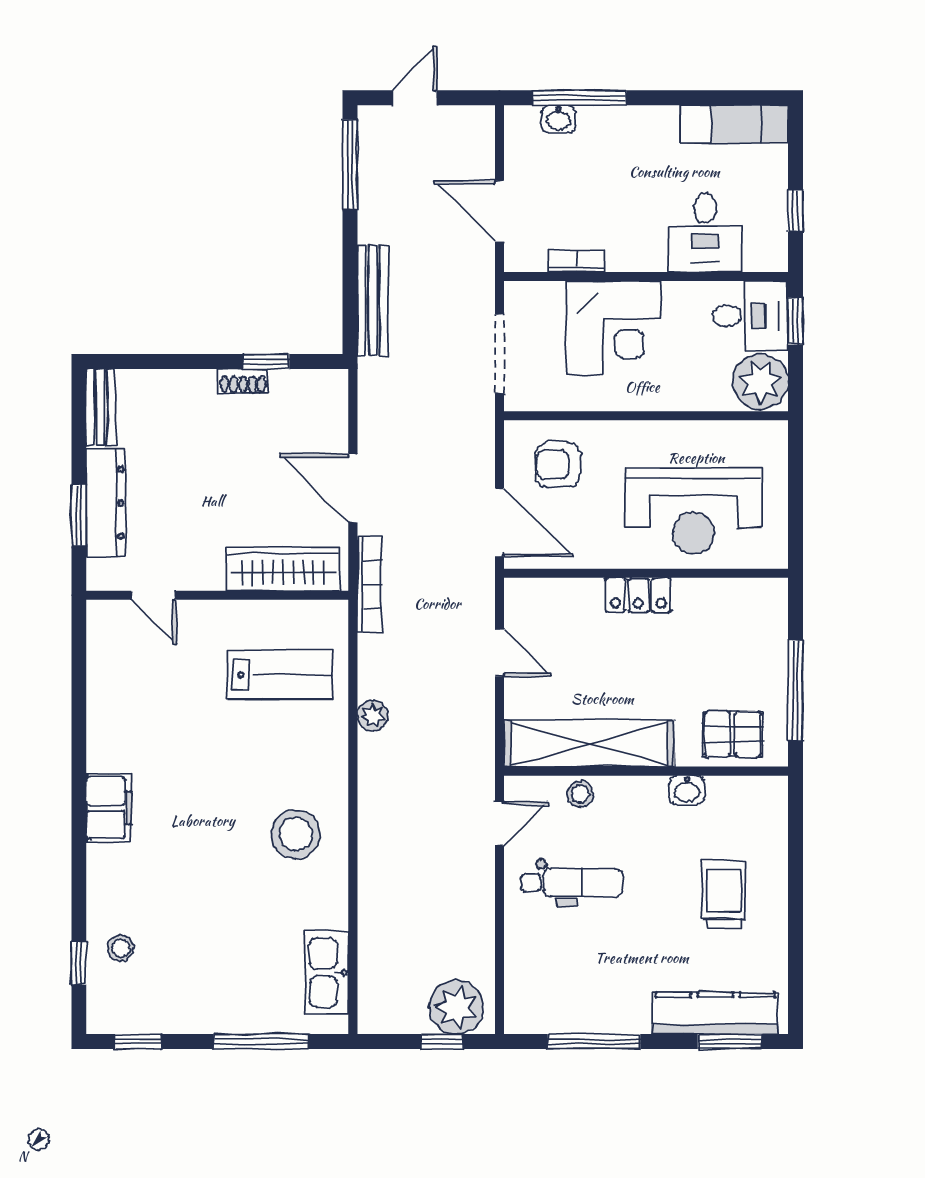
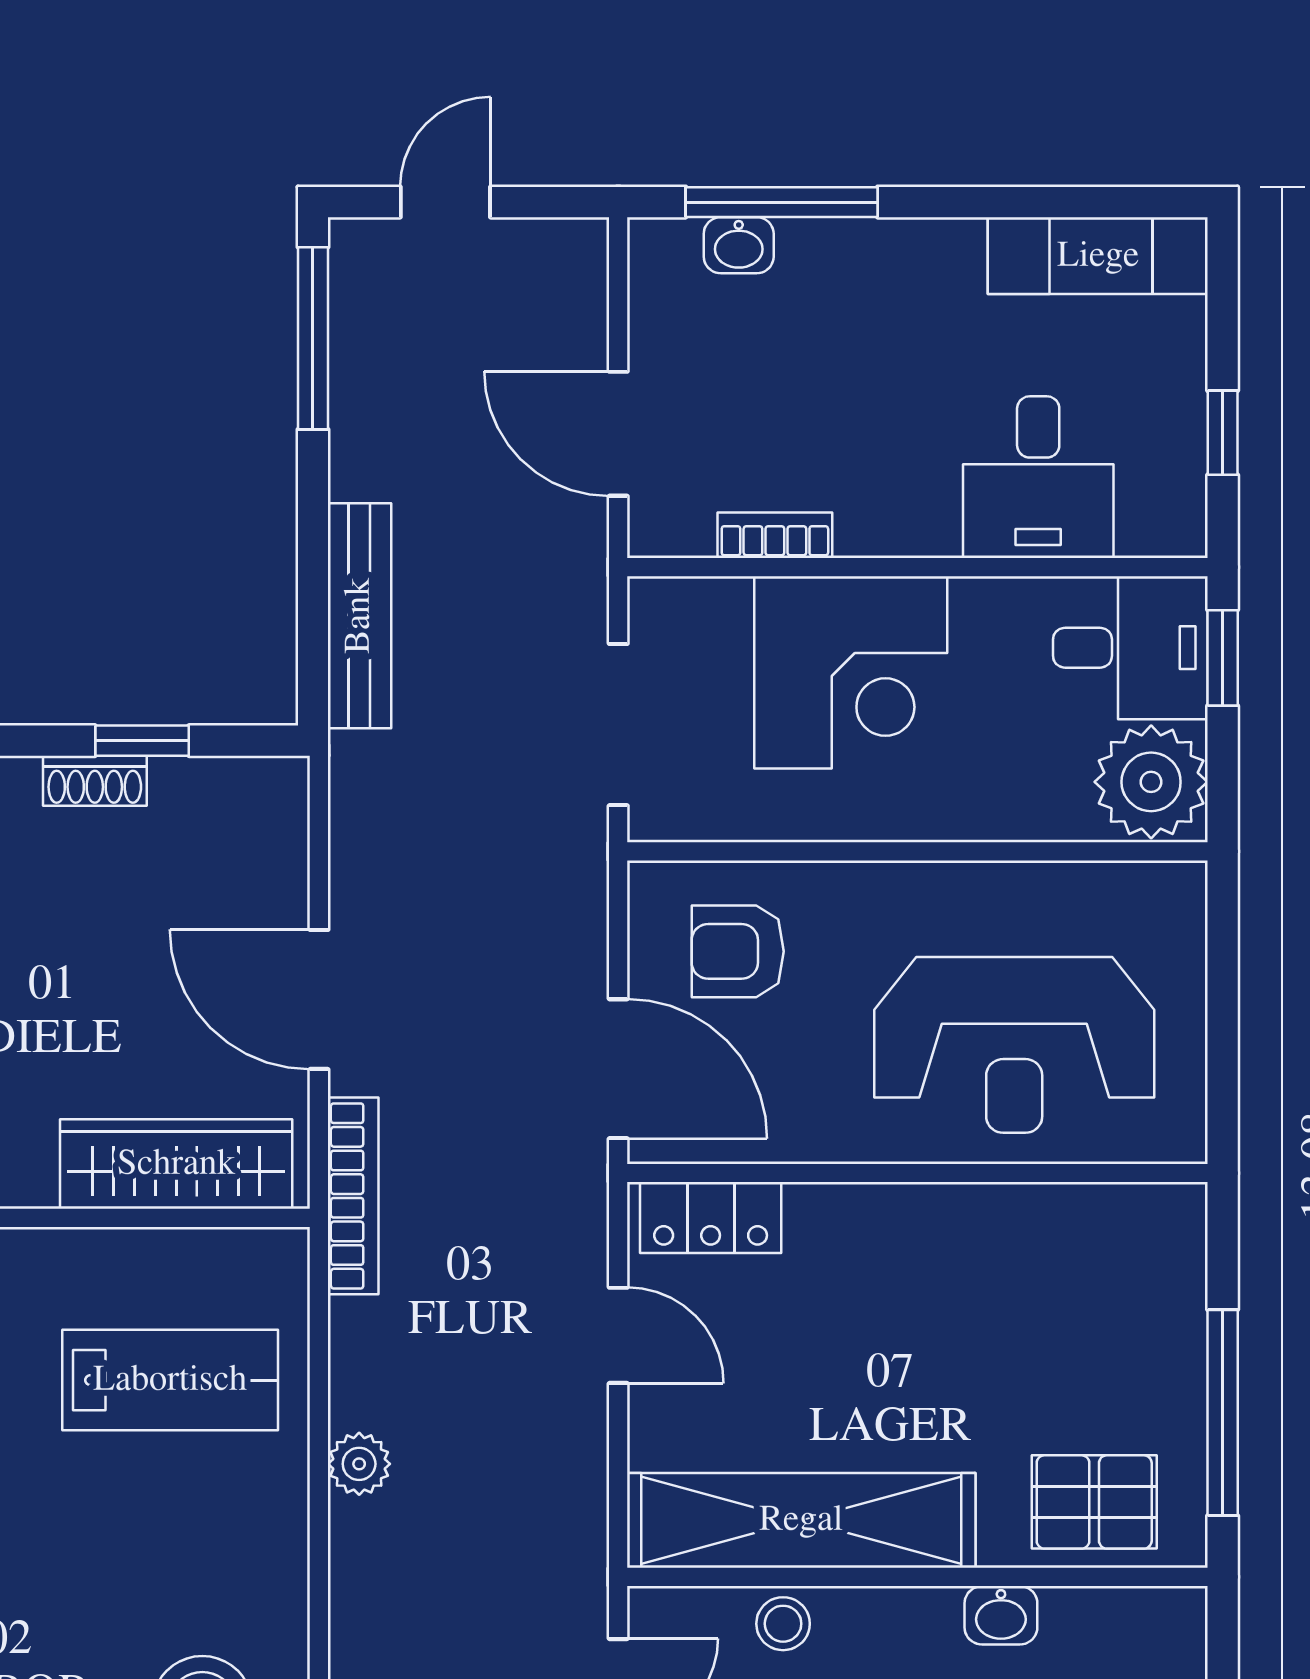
locker: (638, 595) -> (711, 1218), moved

